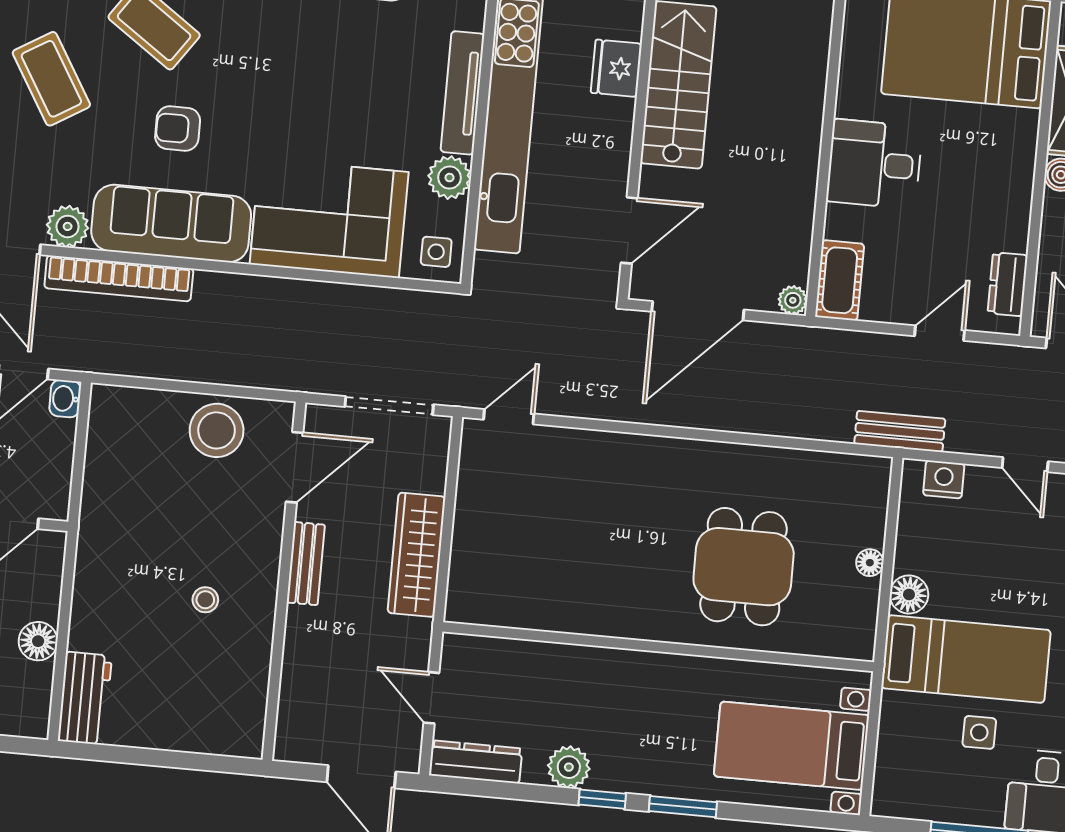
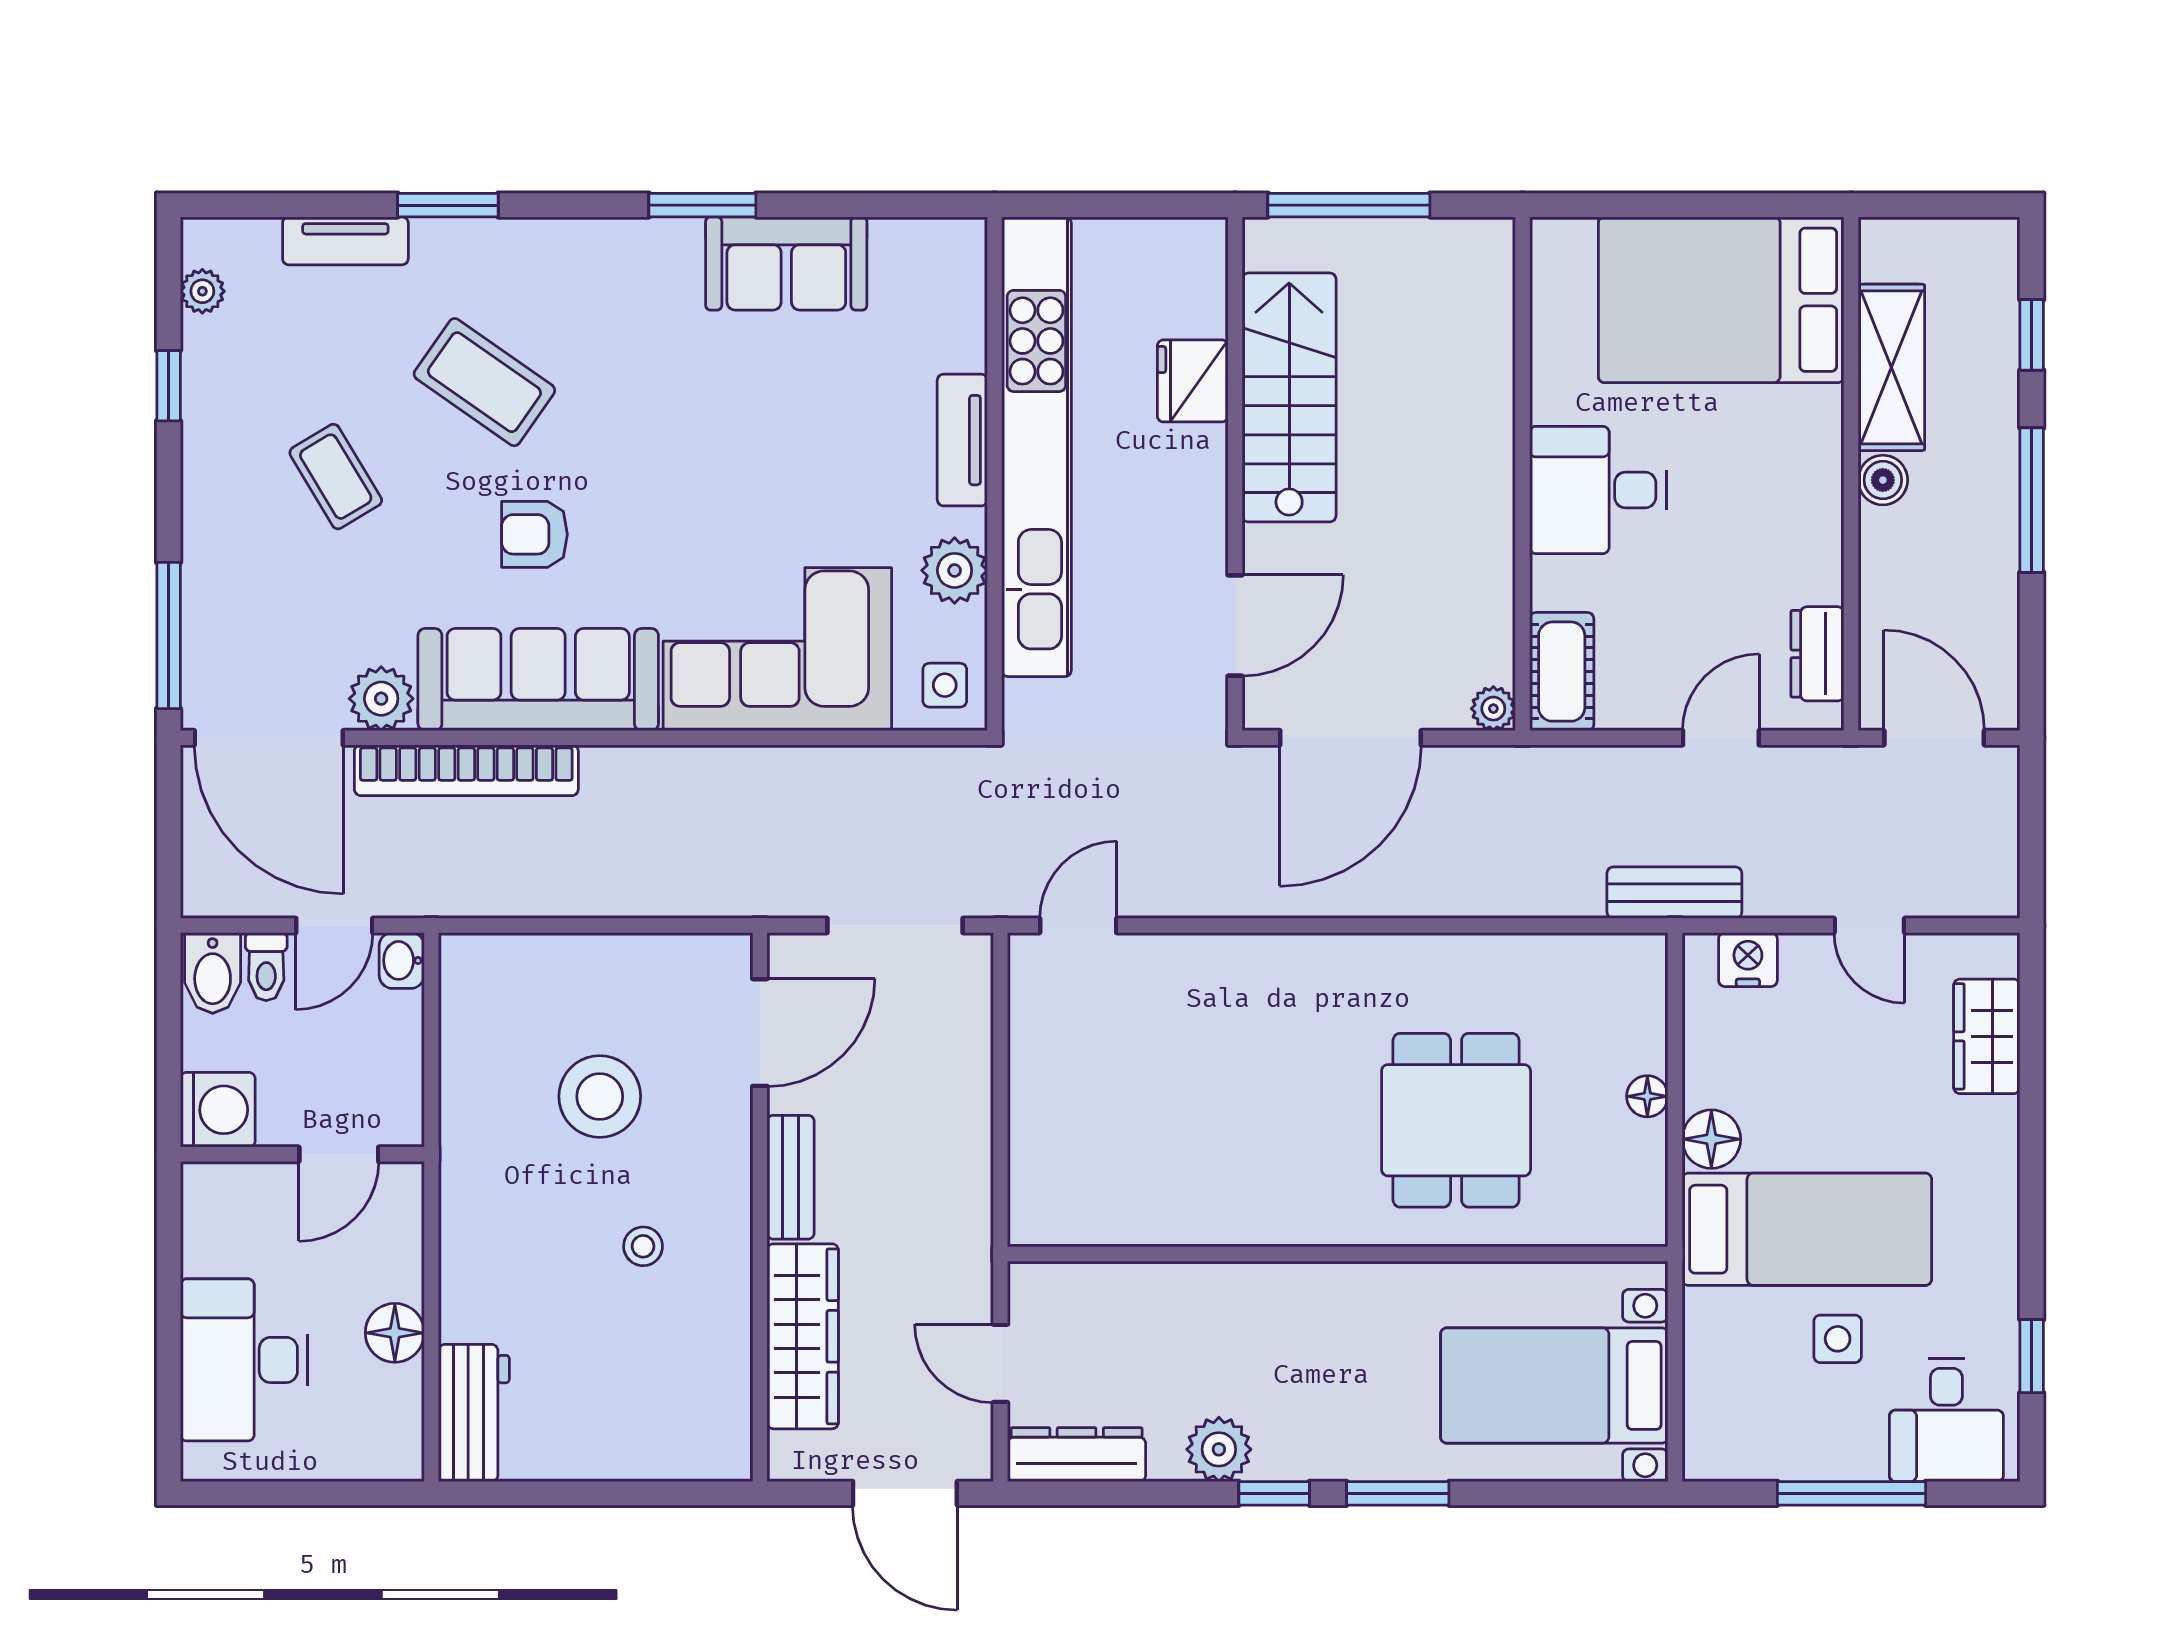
coffee table: (51, 79) -> (336, 477), width x0.73, depth x0.77
tv unit: (463, 93) -> (962, 440), width x0.71
stool: (217, 430) -> (600, 1096), moved
wardrobe: (417, 555) -> (803, 1336), moved, turned 180

